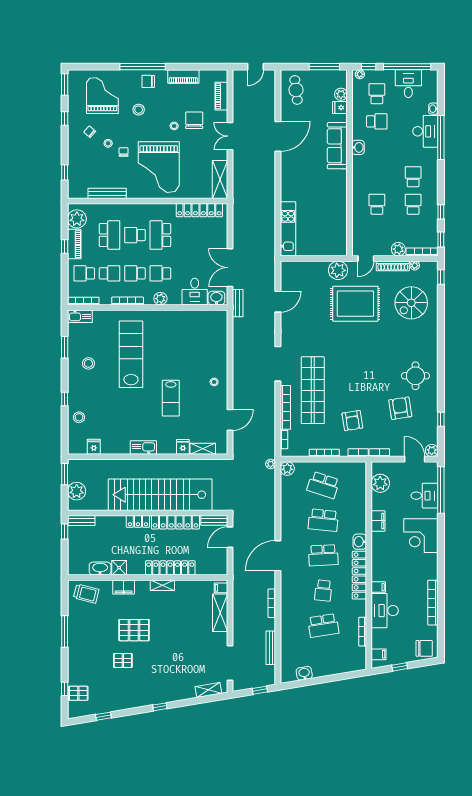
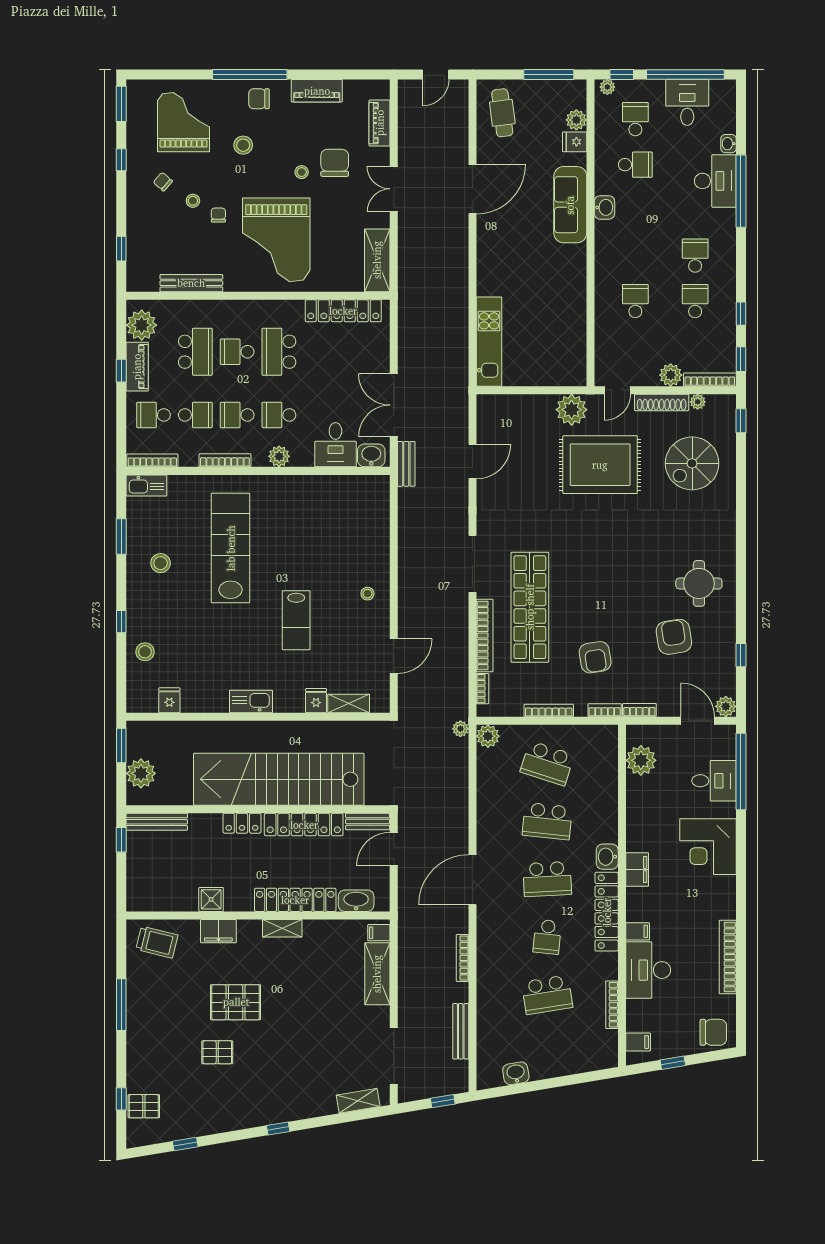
bench: (81, 520) -> (157, 822), width x1.36
filing cabinet: (378, 521) -> (637, 869), moved
washbasin: (100, 568) -> (356, 901), moved

